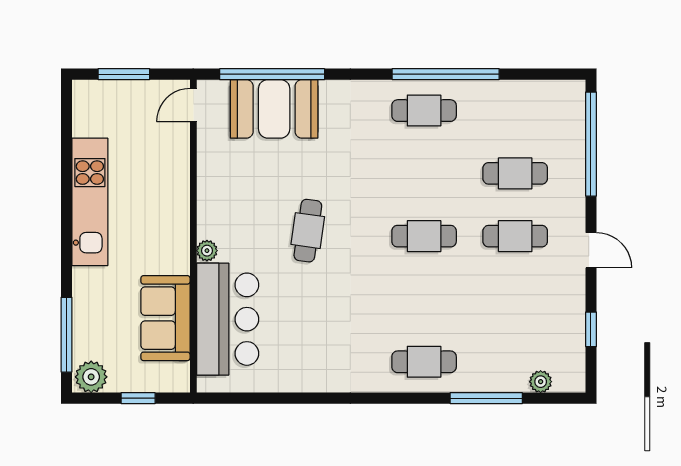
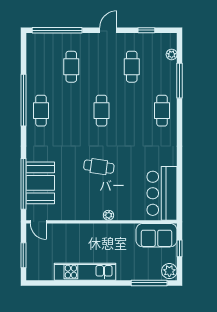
cafe table: (515, 236) -> (132, 67), moved
sofa: (165, 318) -> (156, 235), moved
bar counter: (228, 319) -> (162, 193), moved, turned -90

